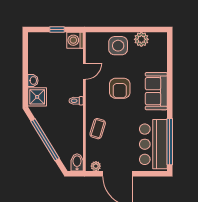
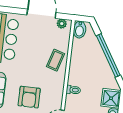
armchair: (120, 88) -> (29, 97), turned 180

